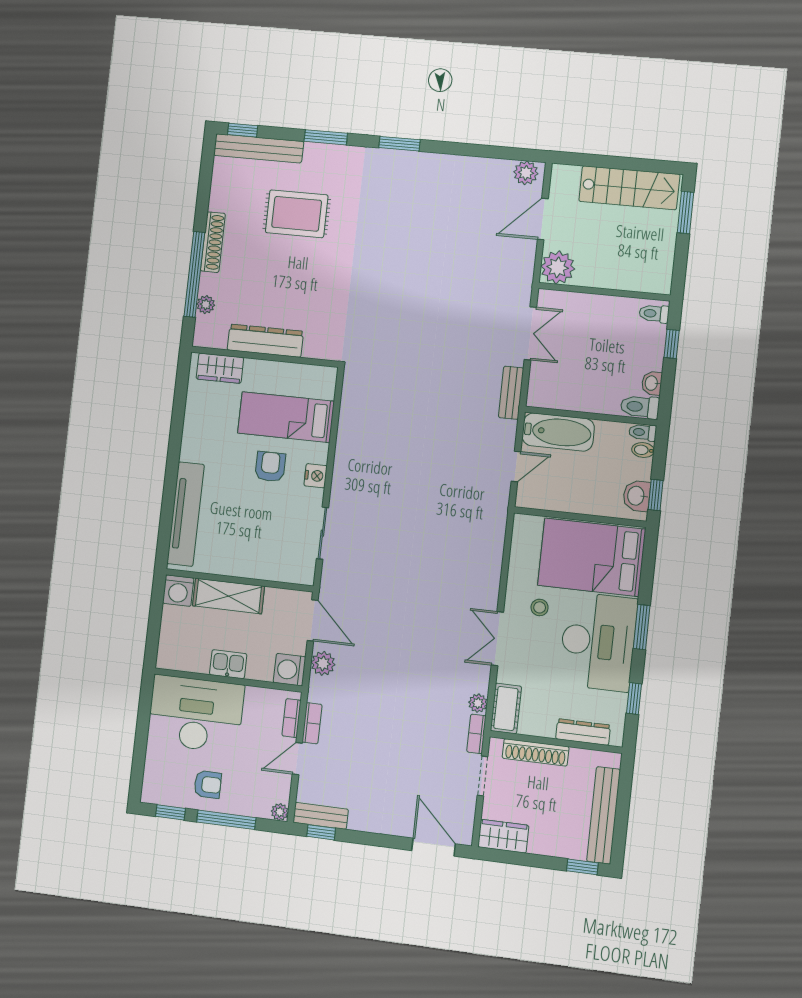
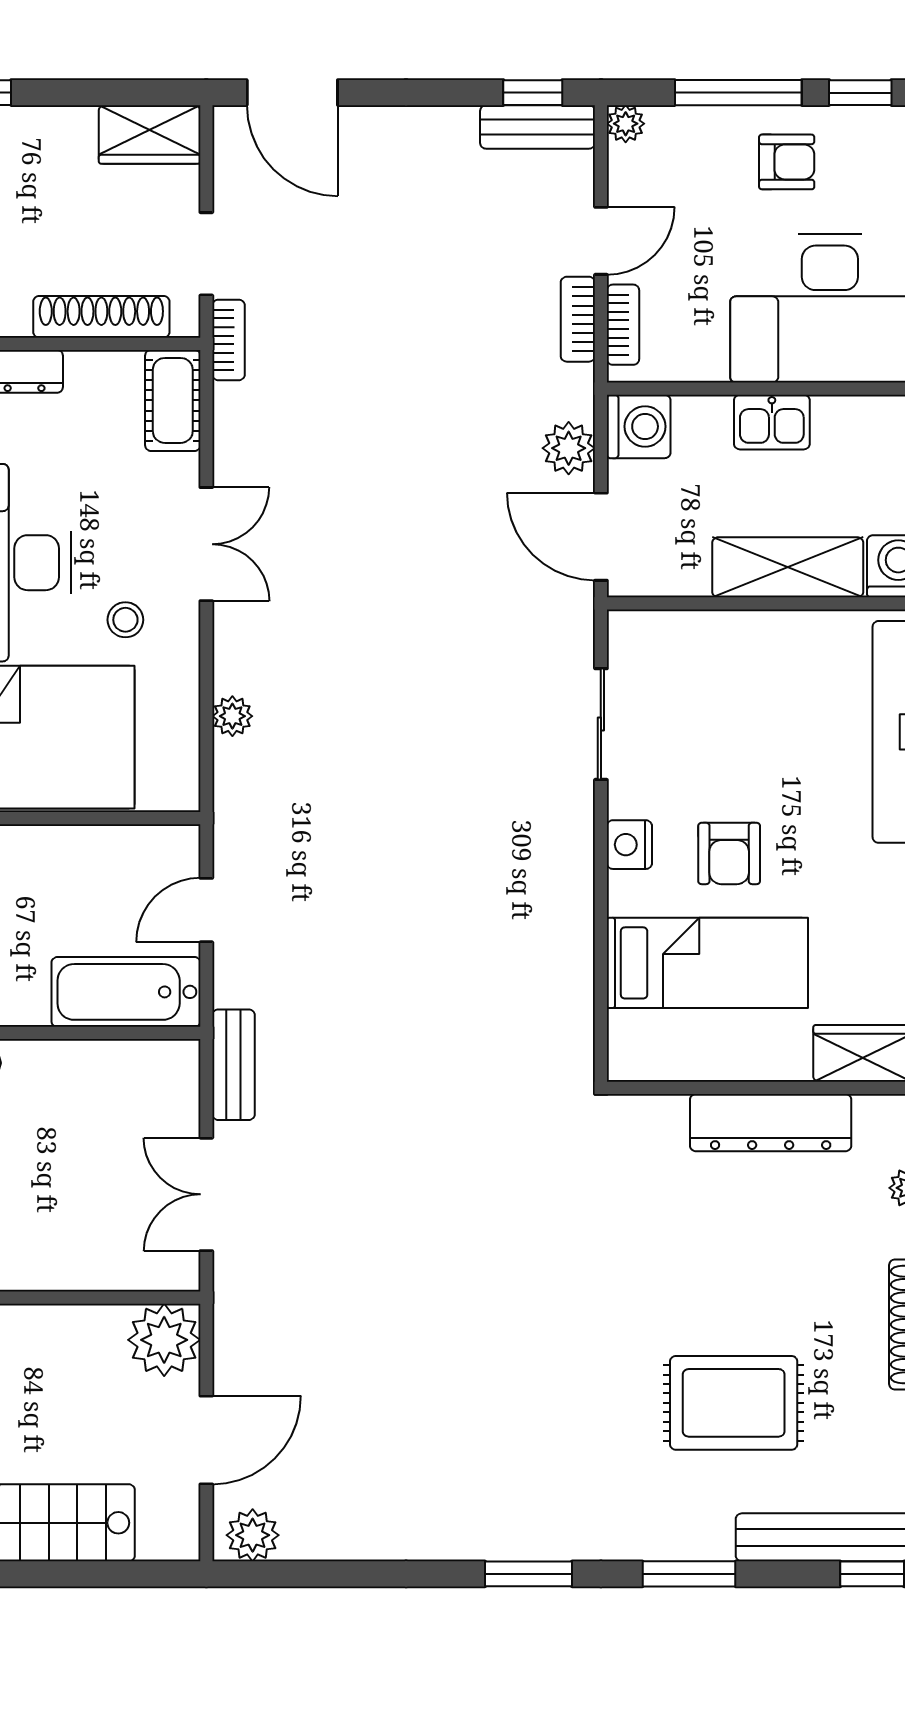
plant: (478, 703) -> (232, 716), moved
armchair: (208, 784) -> (787, 162), turned 180

